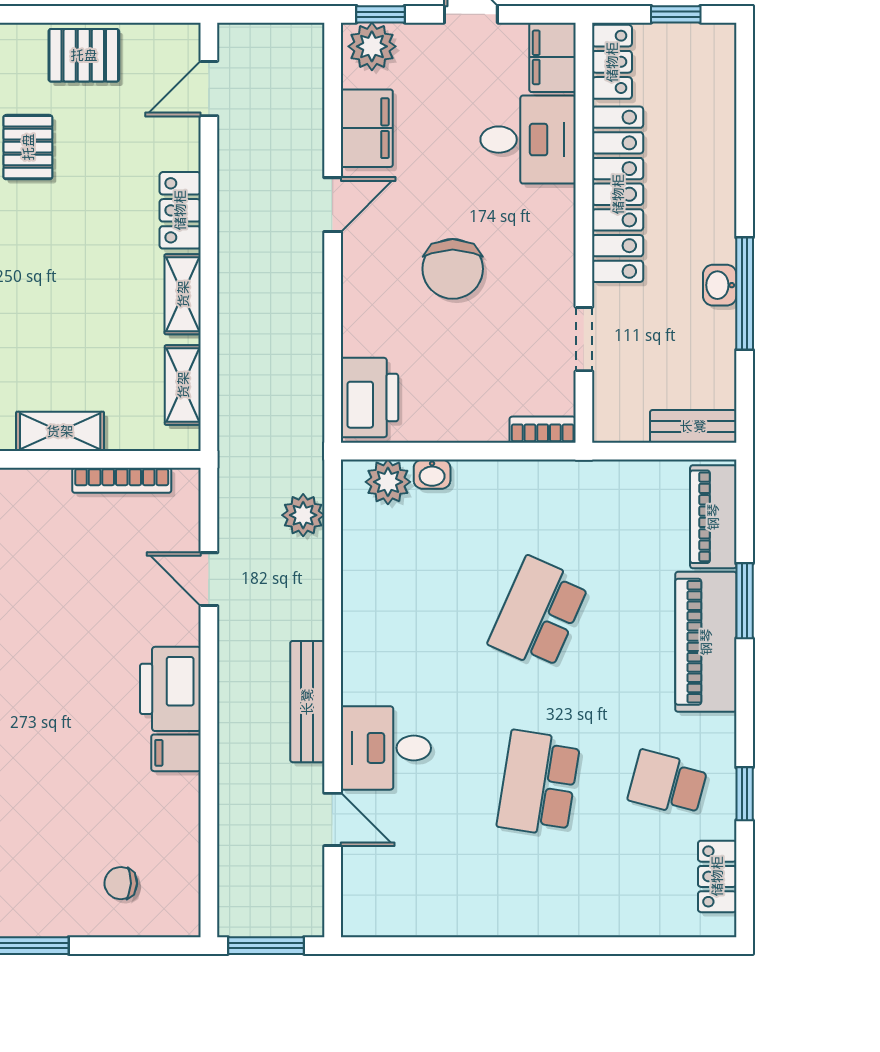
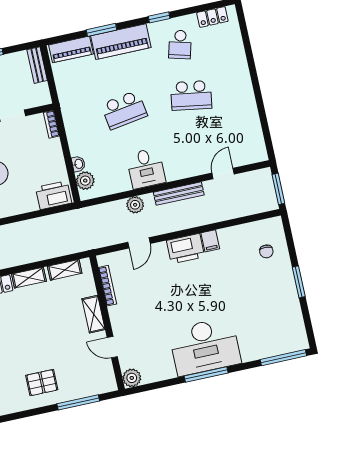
plant: (303, 515) -> (135, 205), moved
school desk: (539, 613) -> (124, 110), turned -33
desk: (386, 748) -> (146, 168), moved
window: (745, 794) -> (159, 17), moved

